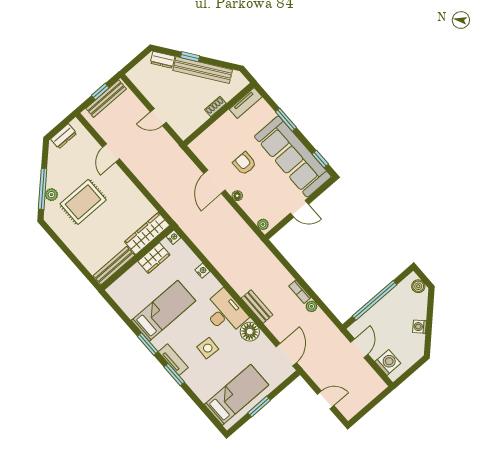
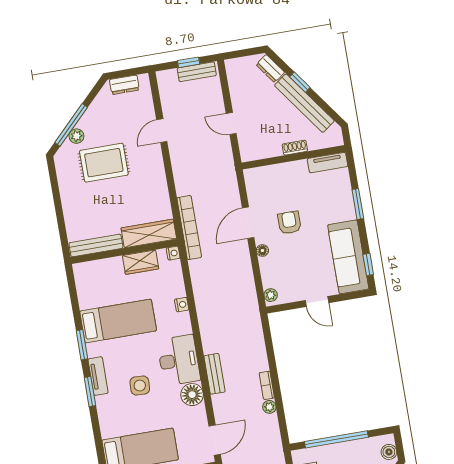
bench: (106, 99) -> (197, 72), width x0.73
sofa: (293, 157) -> (348, 257), width x0.74, depth x0.79
bookcase: (174, 211) -> (189, 228), added

